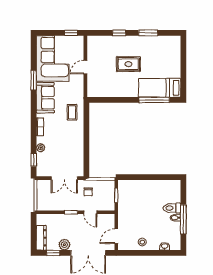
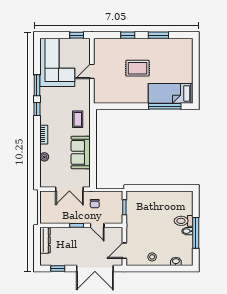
sofa: (45, 98) -> (81, 152), moved, turned 180
window: (34, 160) -> (37, 109), moved
dresser: (41, 238) -> (45, 240), moved
plant: (64, 245) -> (70, 260), removed

